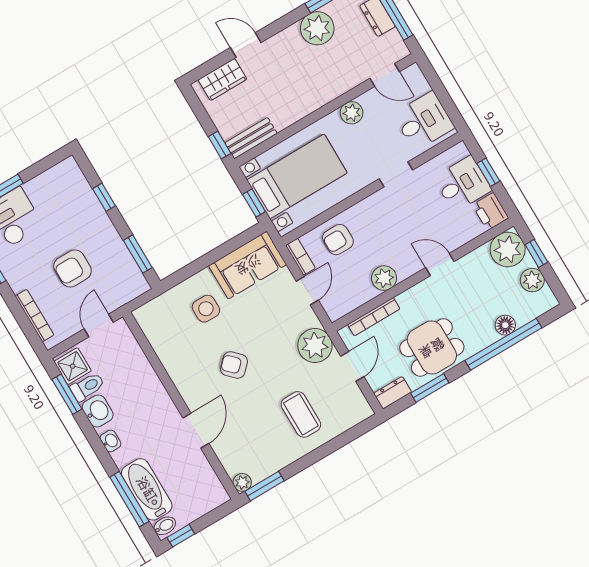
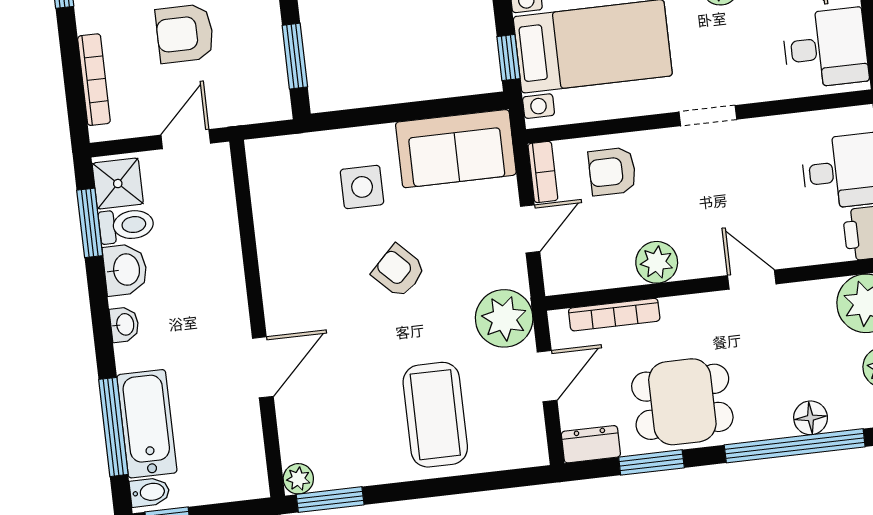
doorway: (396, 174) -> (708, 116), moved
armchair: (234, 365) -> (399, 271), moved
coffee table: (301, 414) -> (435, 415), width x1.36, depth x1.32

